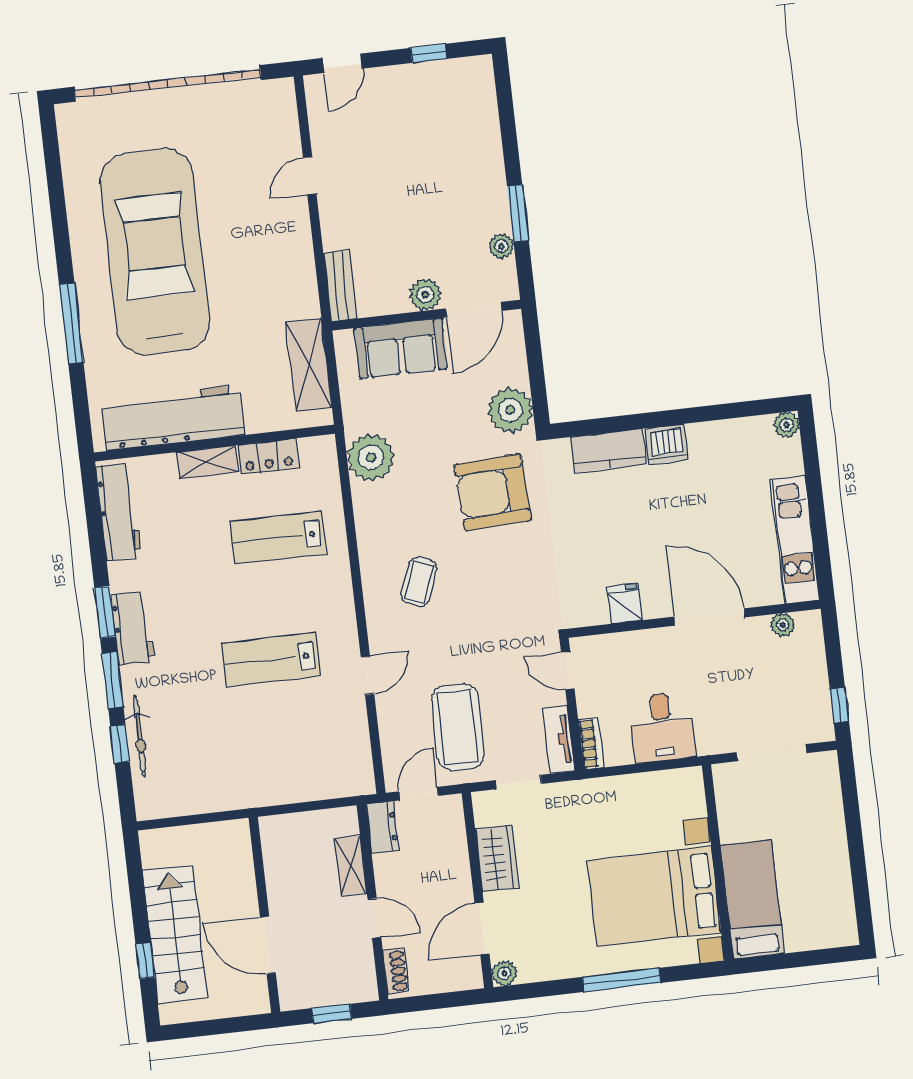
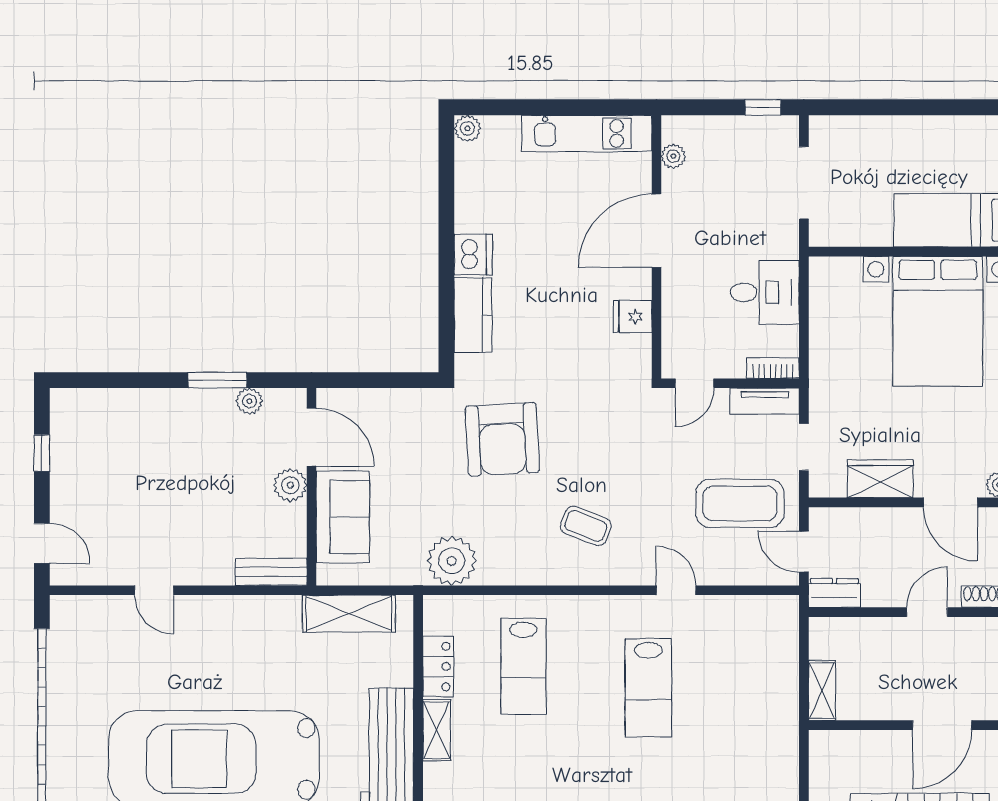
plant: (510, 410) -> (420, 411), removed
shelving: (351, 866) -> (822, 690), moved, turned 90

